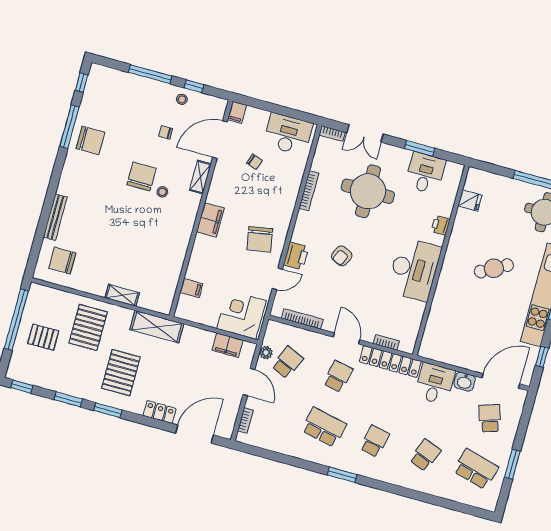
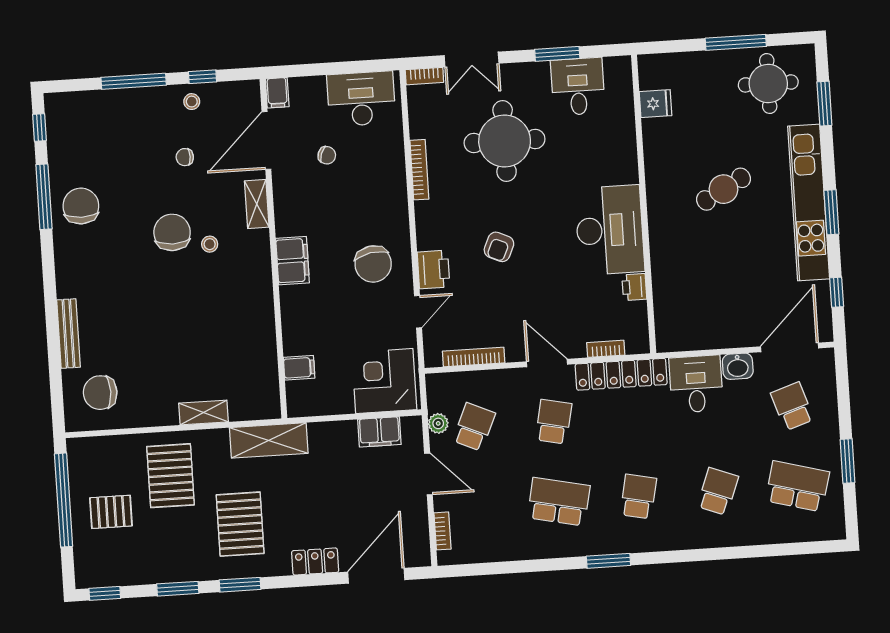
chair: (90, 140) -> (81, 206), turned -90
printer: (441, 225) -> (634, 287), moved

